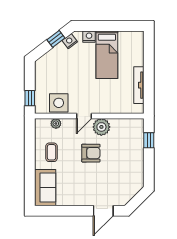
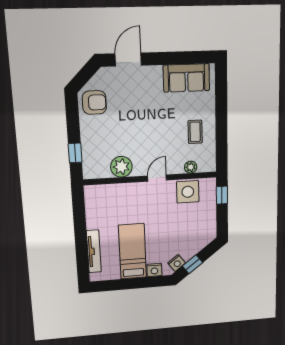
tv unit: (139, 85) -> (94, 251), moved
plant: (101, 127) -> (121, 167), moved
armchair: (91, 153) -> (94, 102), moved, turned 180
sofa: (45, 188) -> (186, 78), moved, turned -90

